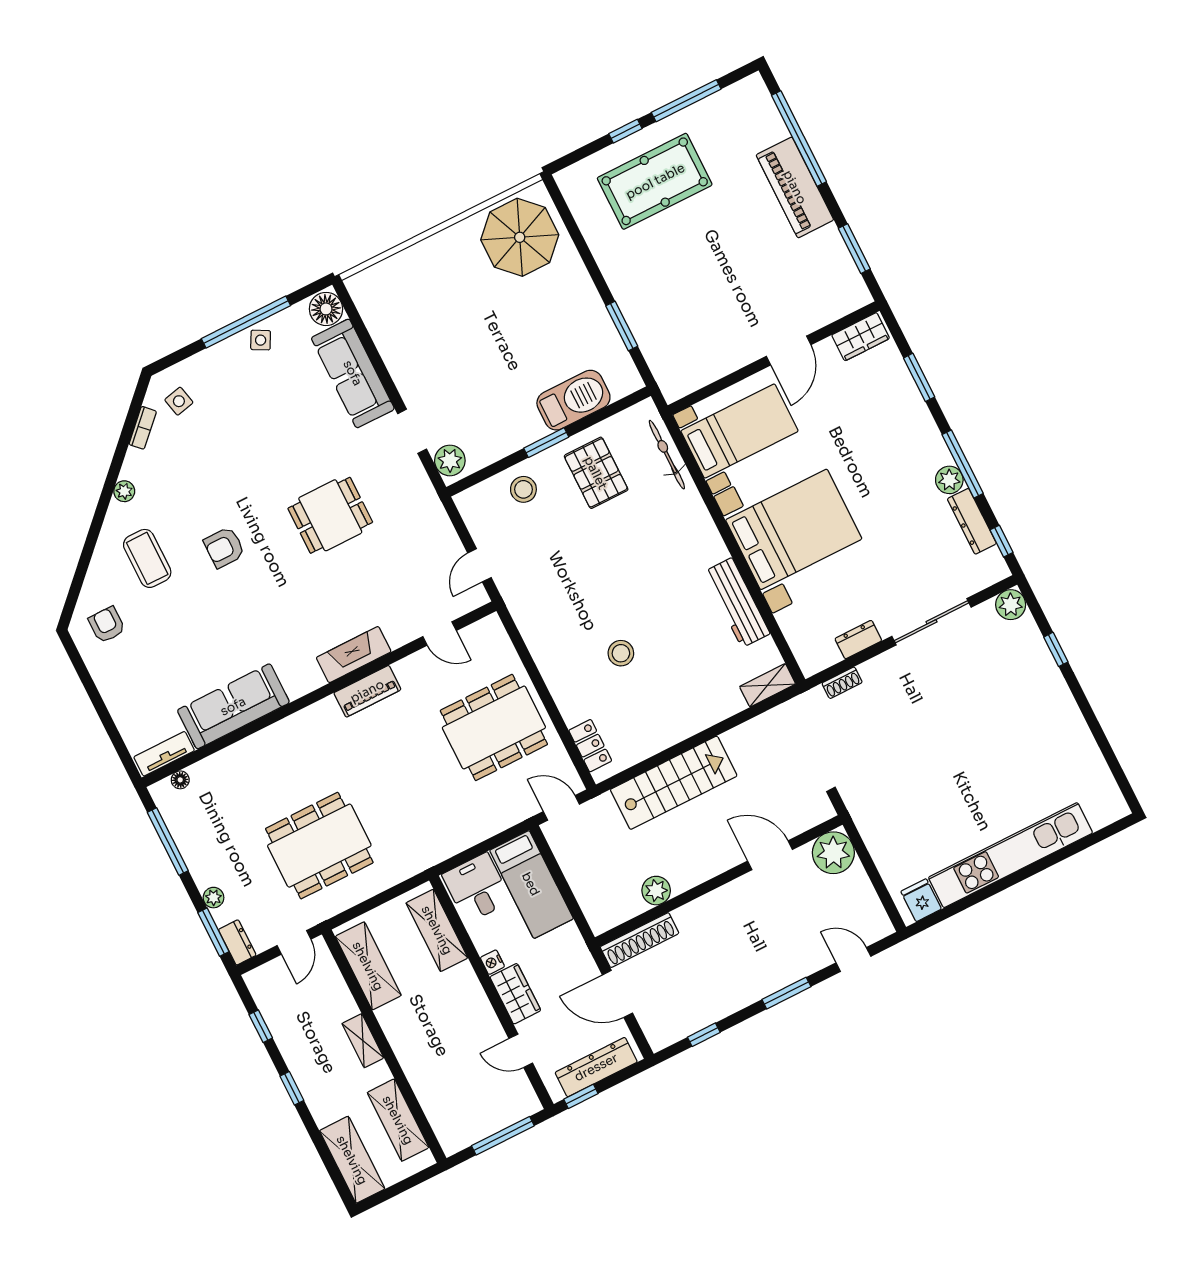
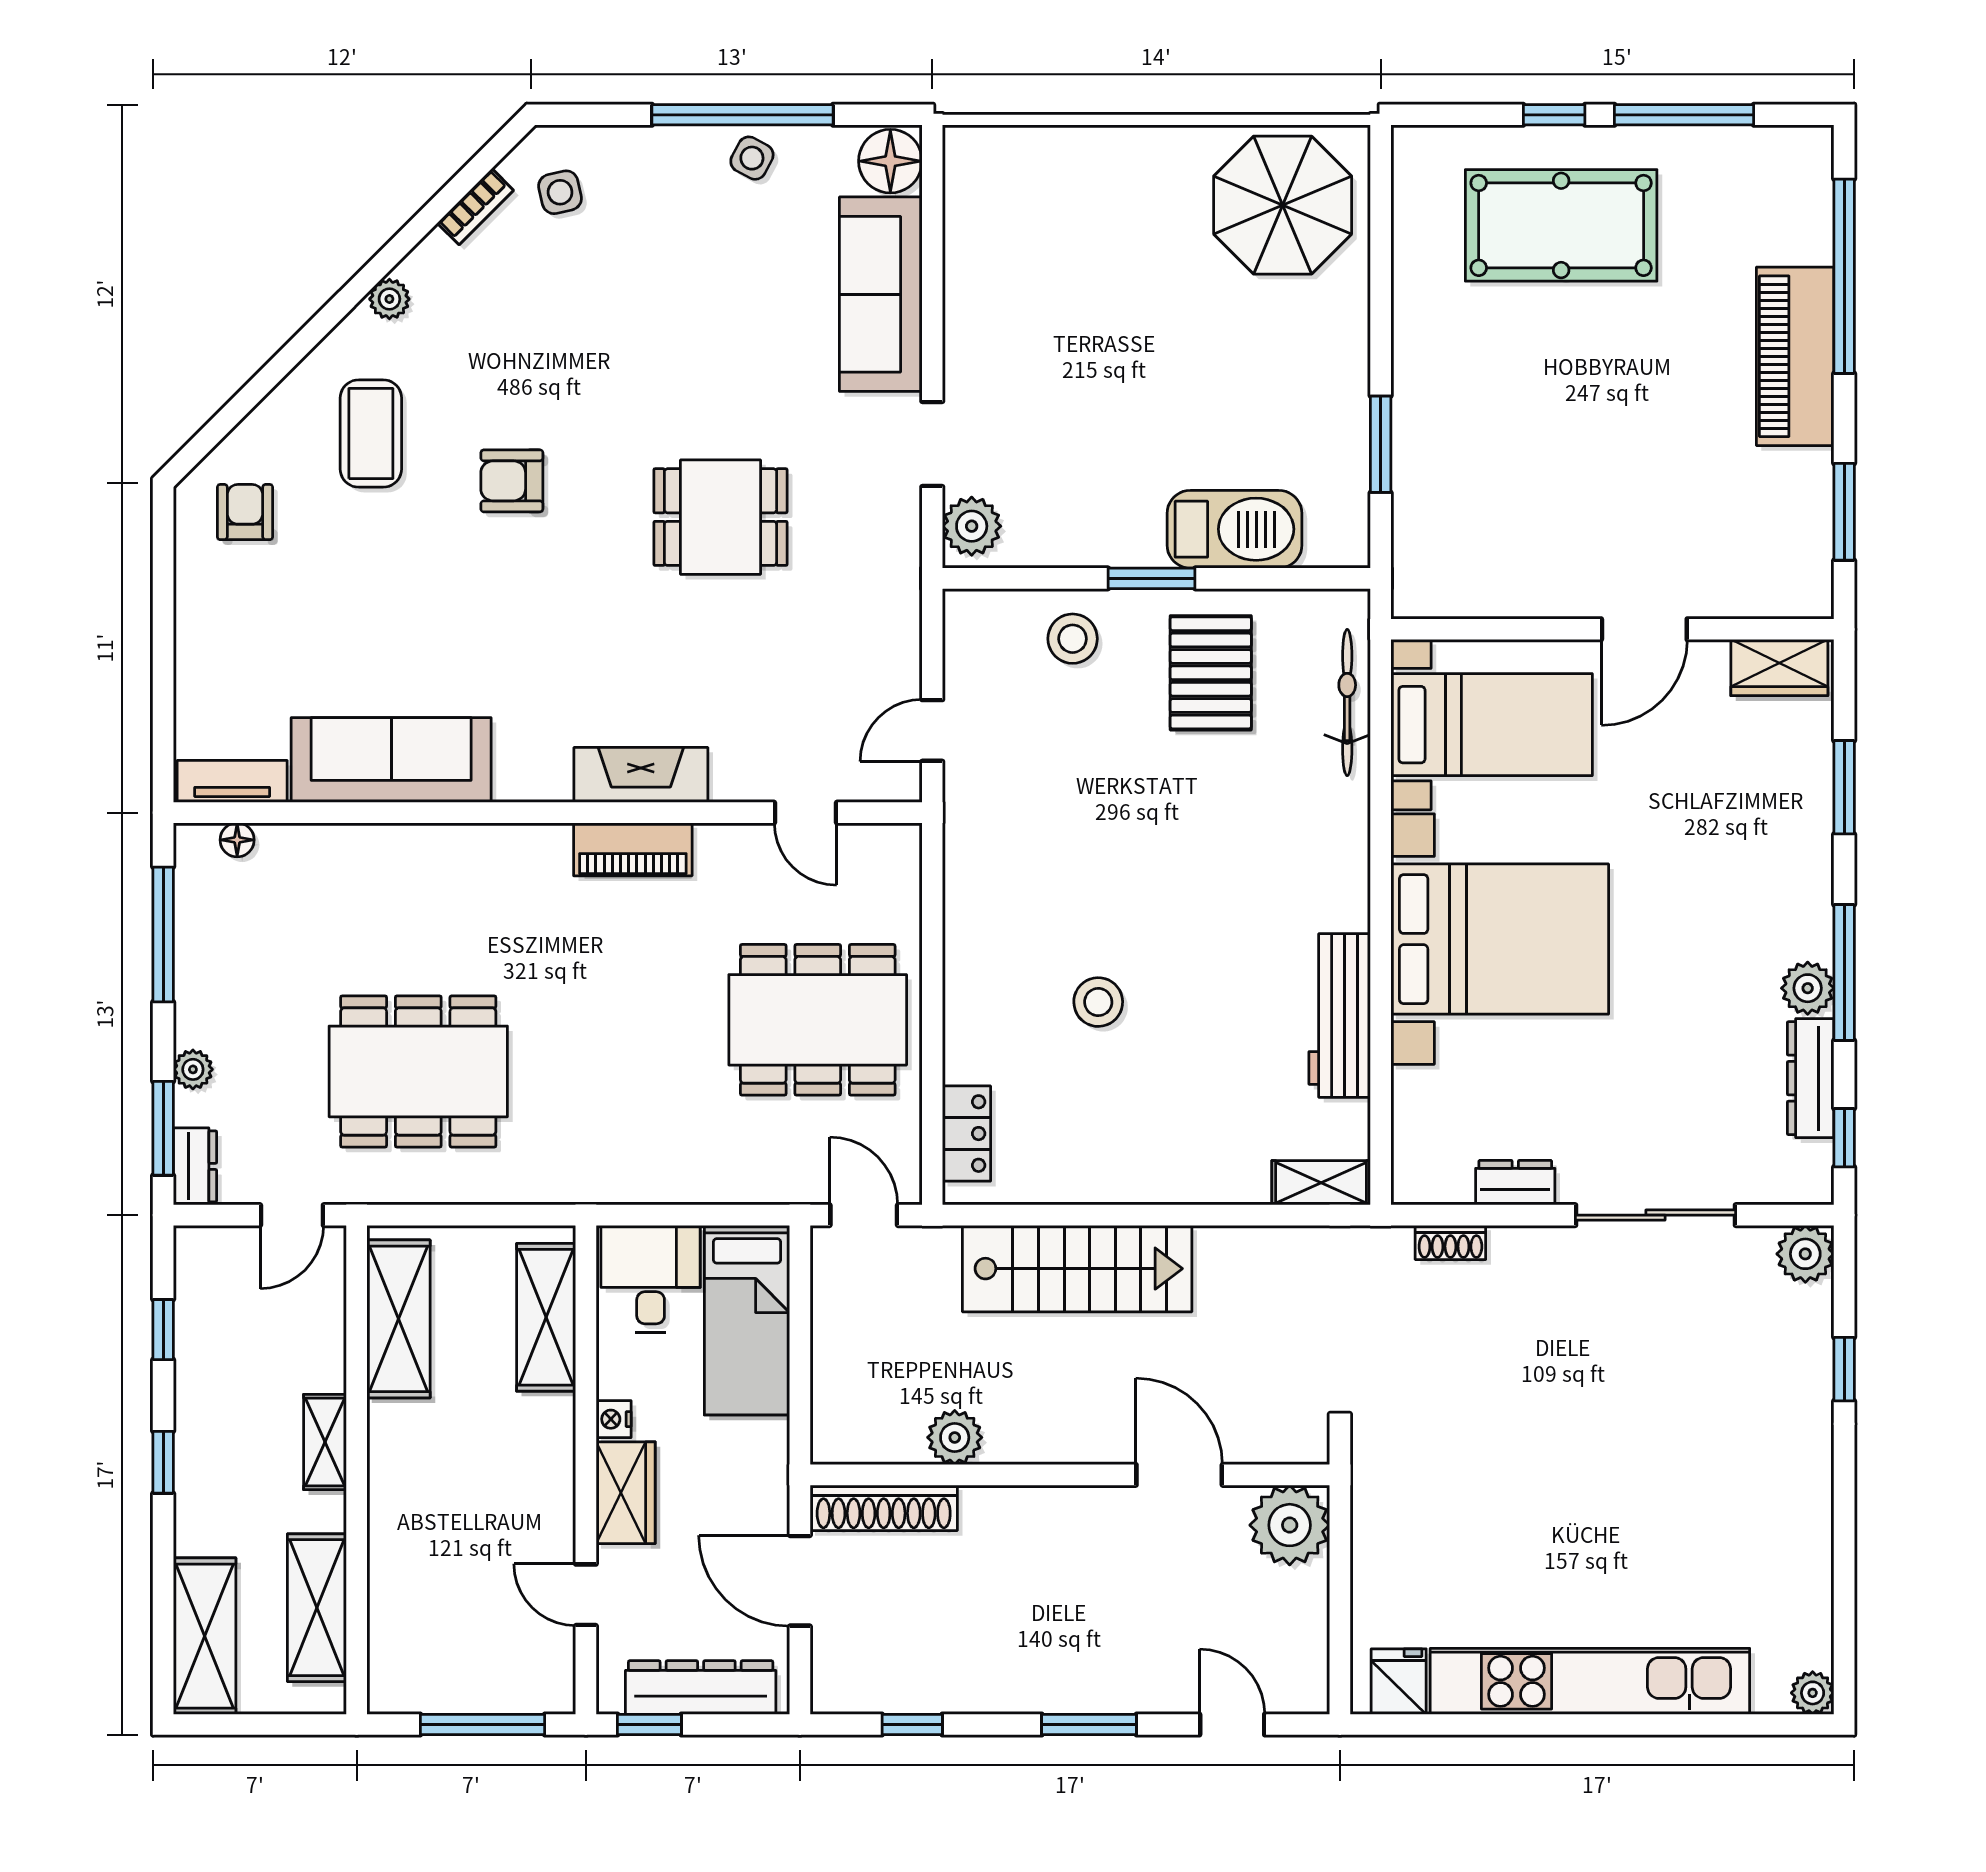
plant: (1117, 808) -> (1813, 1693), added

